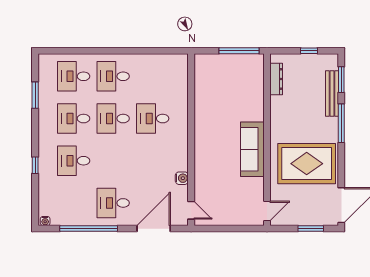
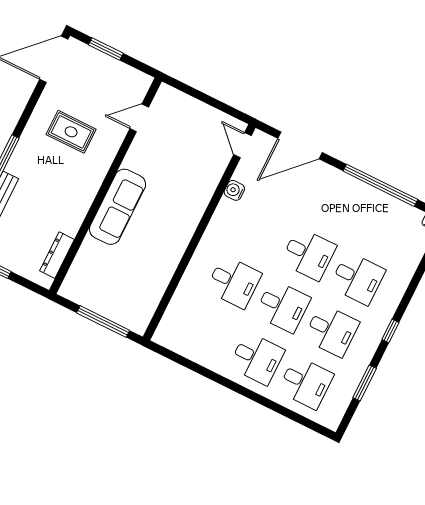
window: (239, 51) -> (103, 322), moved
sofa: (252, 149) -> (118, 207), moved
rug: (307, 164) -> (71, 132), width x0.54, depth x0.49
window: (35, 165) -> (390, 331), moved
desk: (113, 203) -> (308, 254), moved
door: (267, 211) -> (139, 118), moved

